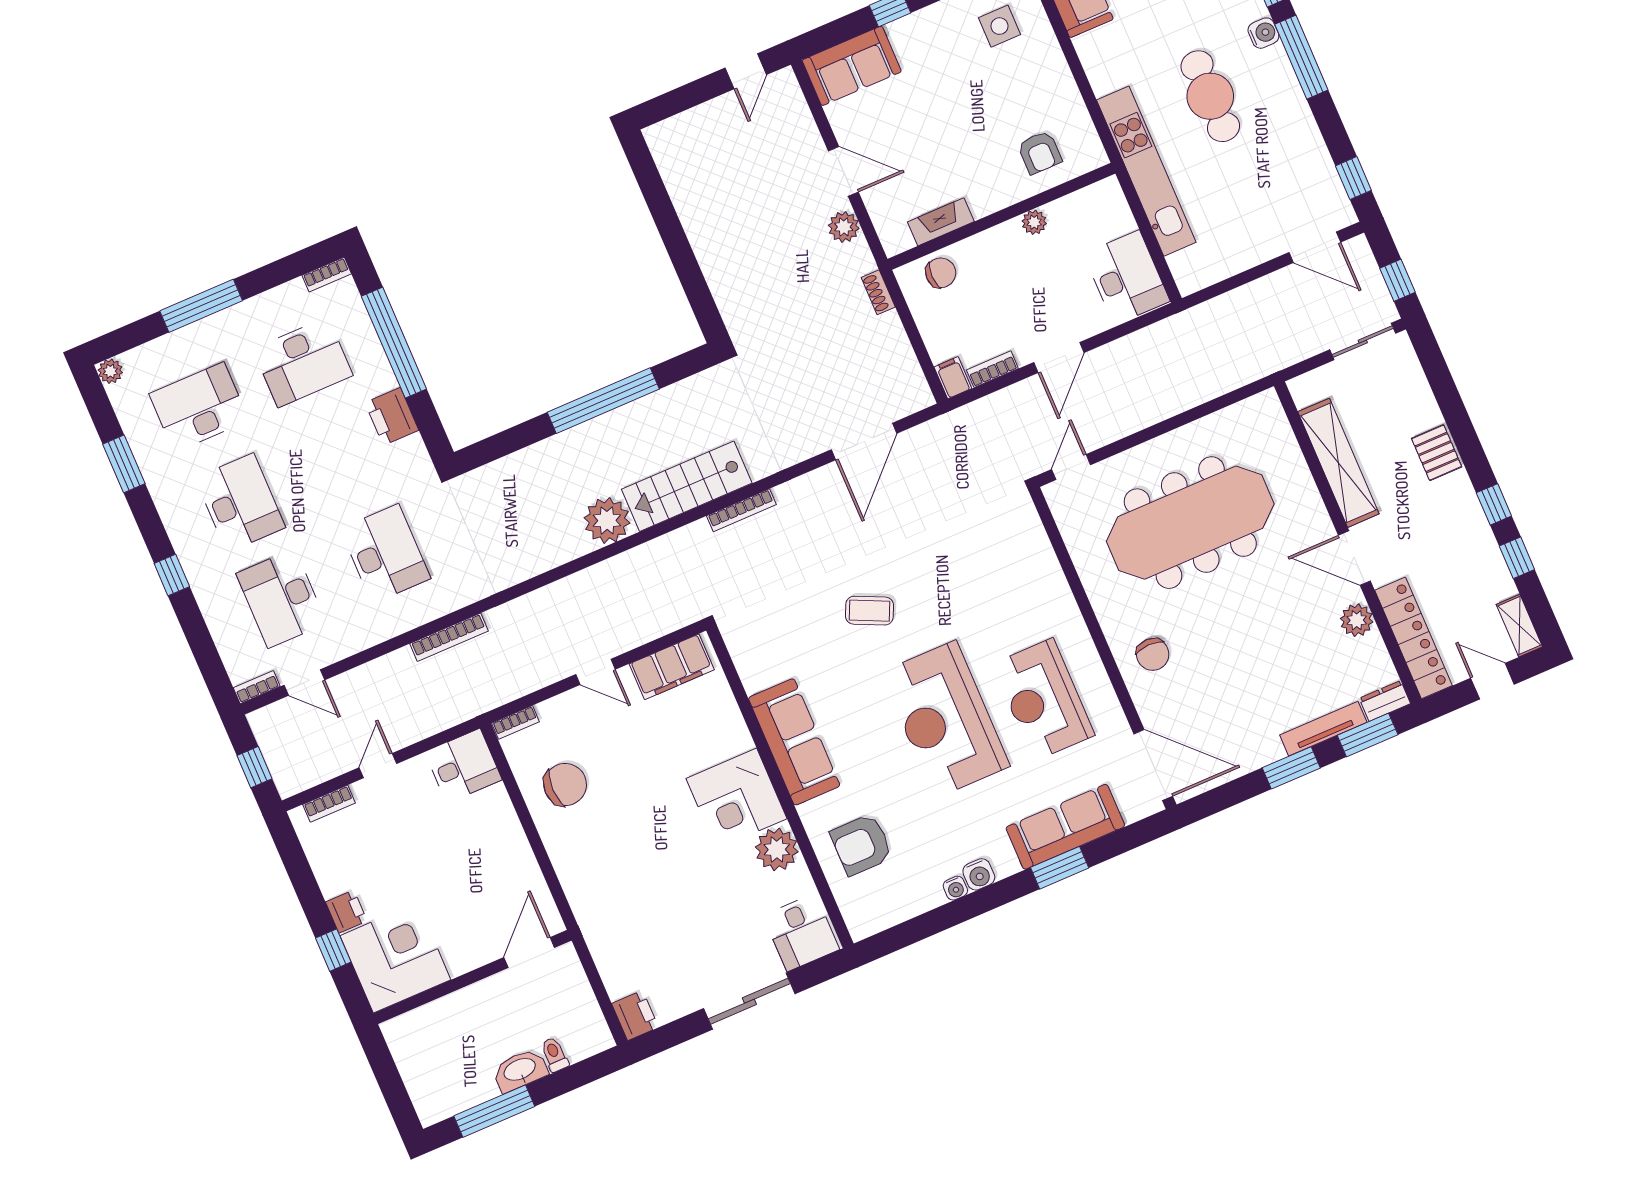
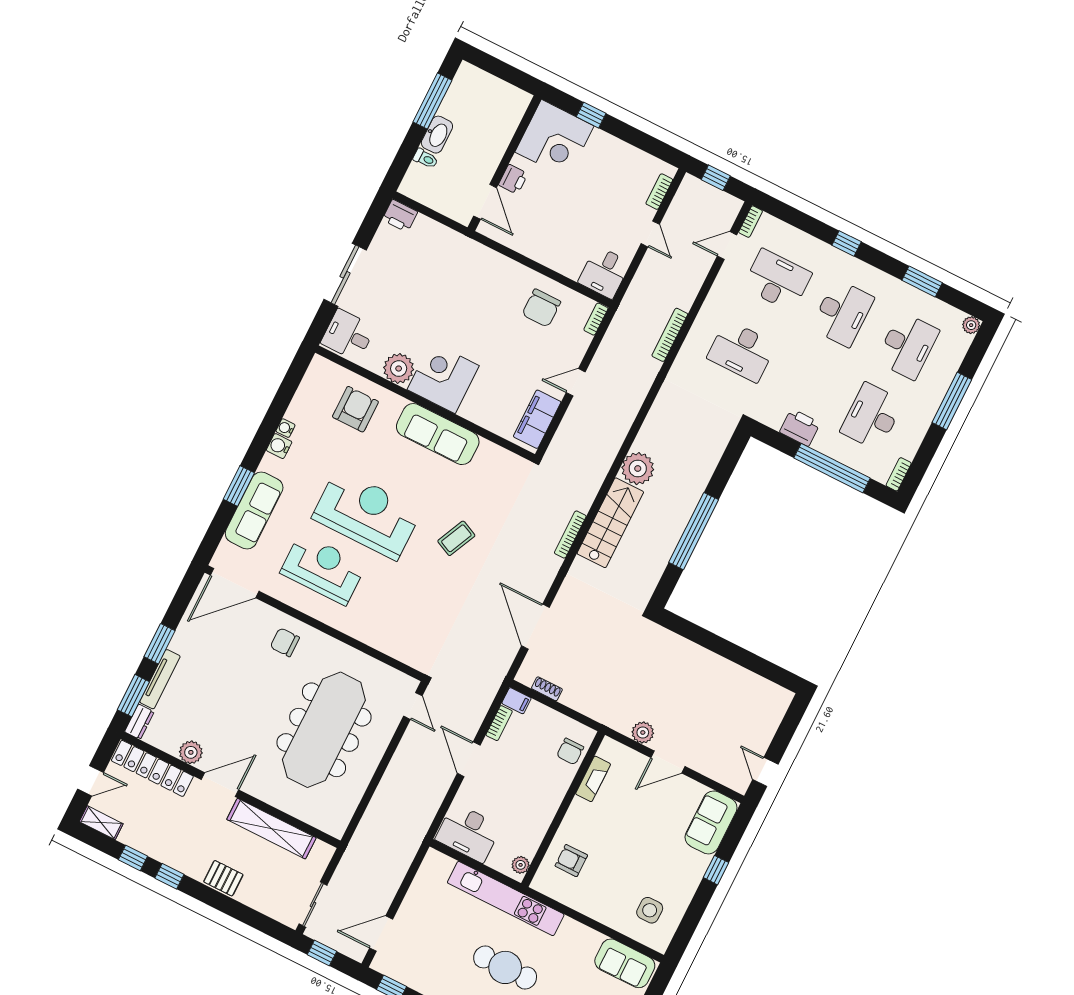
plant: (1034, 222) -> (521, 865), moved
shoe rack: (878, 292) -> (547, 689), moved
desk: (240, 503) -> (842, 313), turned -90
printer: (346, 912) -> (513, 179), moved, turned -90

